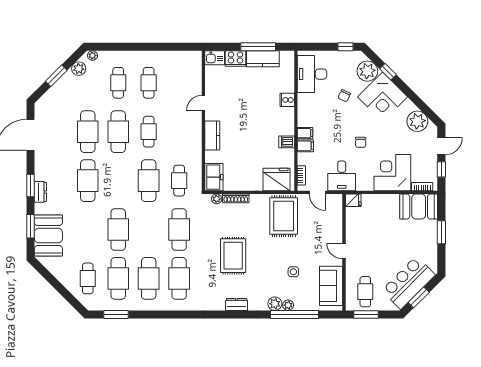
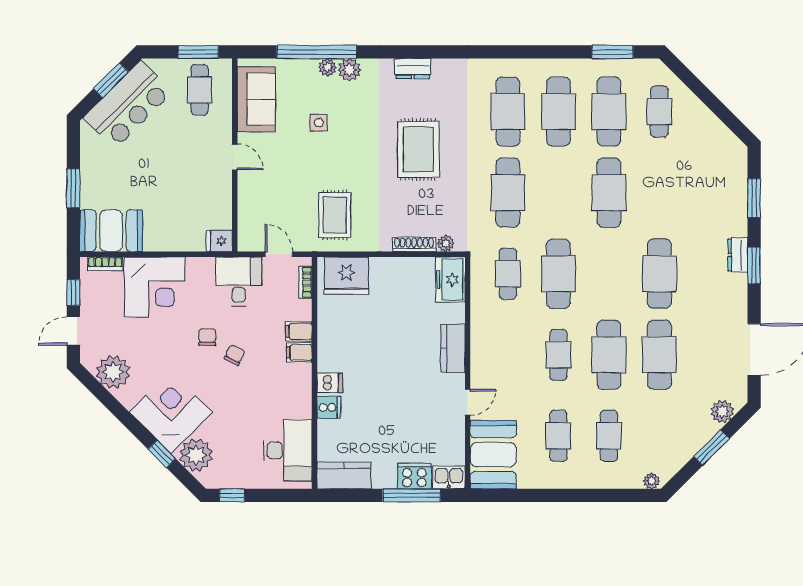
window: (258, 47) -> (412, 495), moved
kitchen counter: (263, 59) -> (344, 475), moved
plant: (79, 69) -> (722, 412), moved
chair: (344, 96) -> (235, 355), moved
dishwasher: (287, 142) -> (330, 383), moved
rug: (284, 216) -> (335, 215), width x0.73, depth x0.70
booth: (48, 236) -> (493, 455), moved

